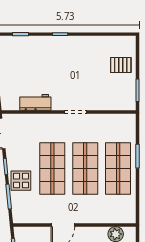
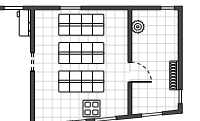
workbench: (35, 102) -> (24, 23), moved

